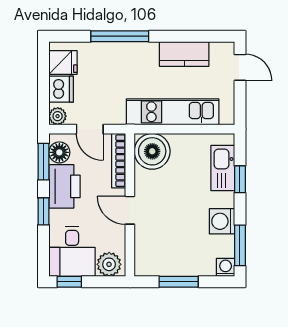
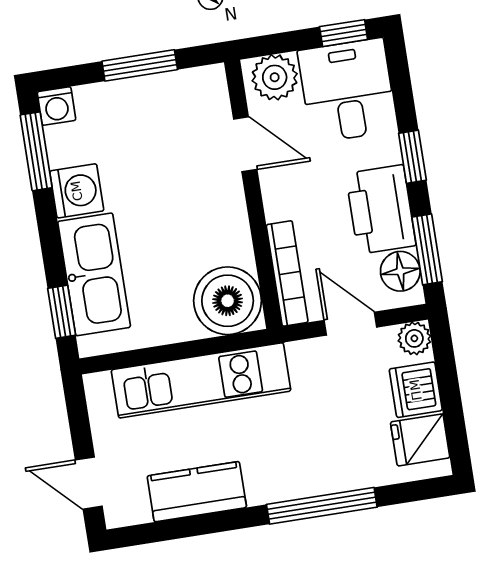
kitchen sink: (223, 168) -> (94, 274), width x1.36, depth x1.24
window: (240, 179) -> (62, 312), moved
door: (130, 210) -> (245, 144), moved

